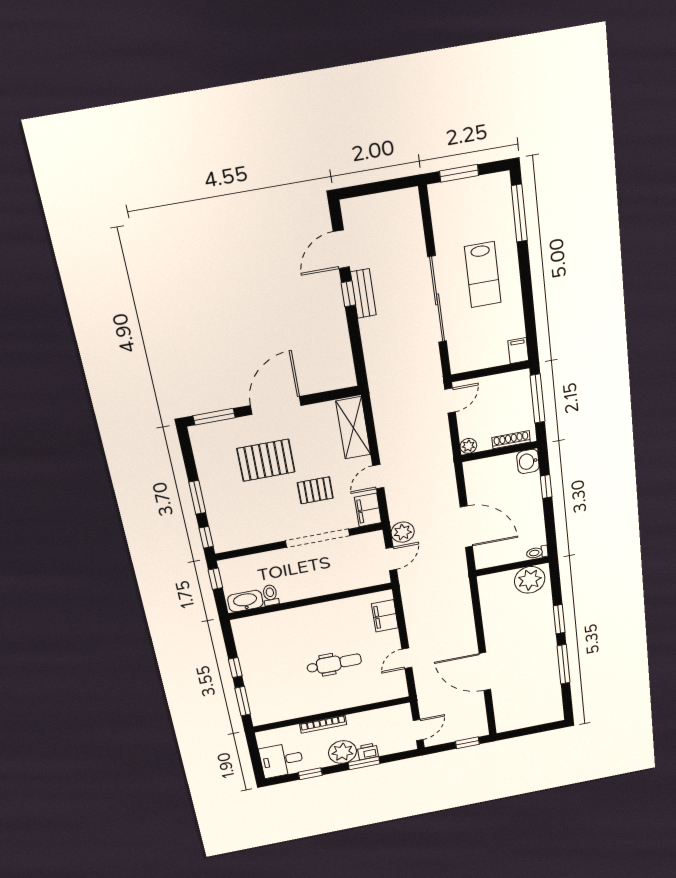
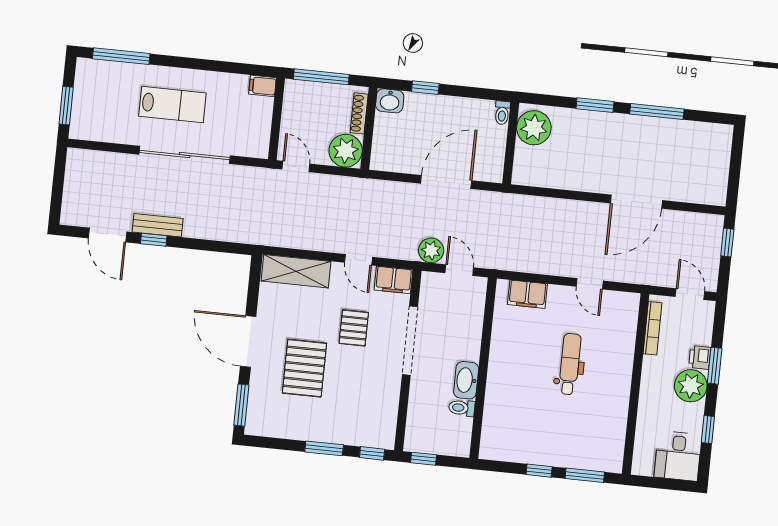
plant: (468, 446) -> (346, 151), width x1.88, depth x1.88
washbasin: (245, 601) -> (466, 380), moved
bookcase: (323, 724) -> (652, 328), moved

